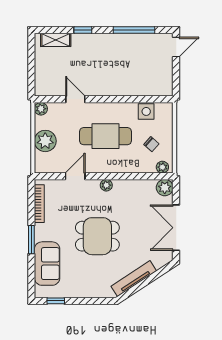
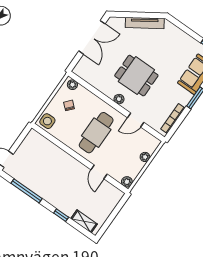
side table: (146, 111) -> (47, 121), moved
cafe table: (106, 136) -> (96, 133), turned 90
plant: (45, 141) -> (145, 157), width x0.53, depth x0.53
plant: (165, 188) -> (81, 70), removed
dining table: (97, 236) -> (136, 76), moved

